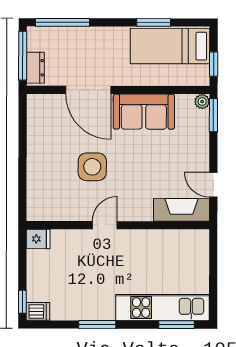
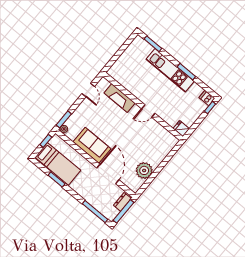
plant: (41, 137) -> (144, 170), added
side table: (92, 167) -> (133, 140), removed
fireplace: (182, 210) -> (120, 98), moved
kitchen unit: (163, 308) -> (170, 70), moved

